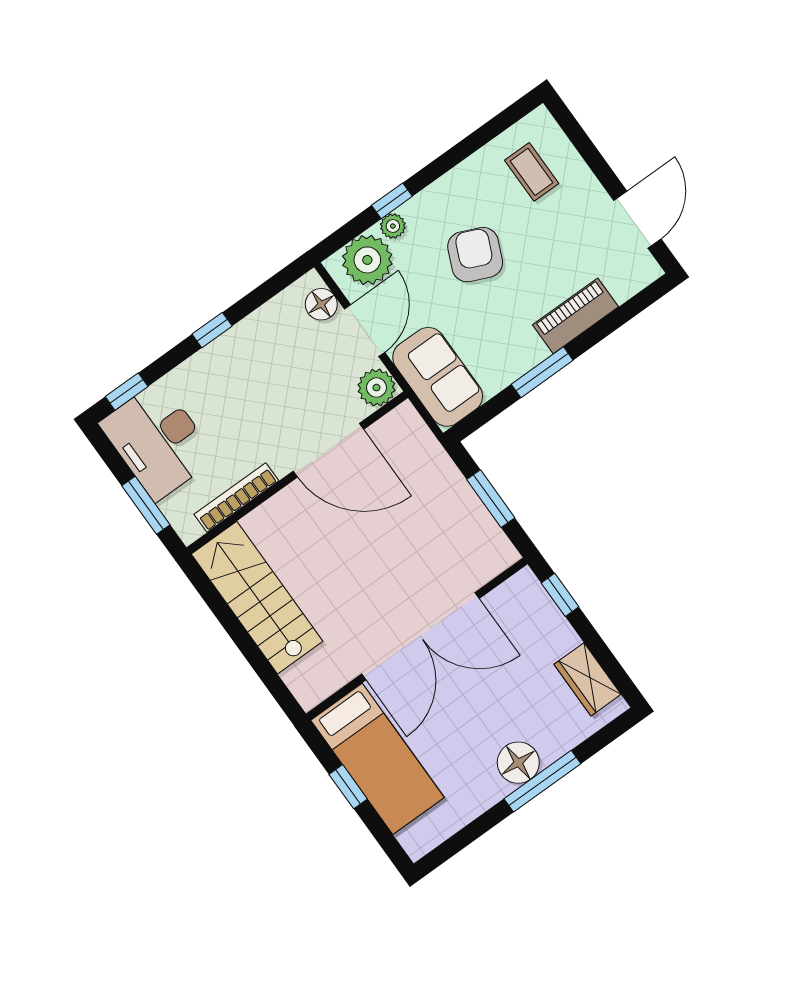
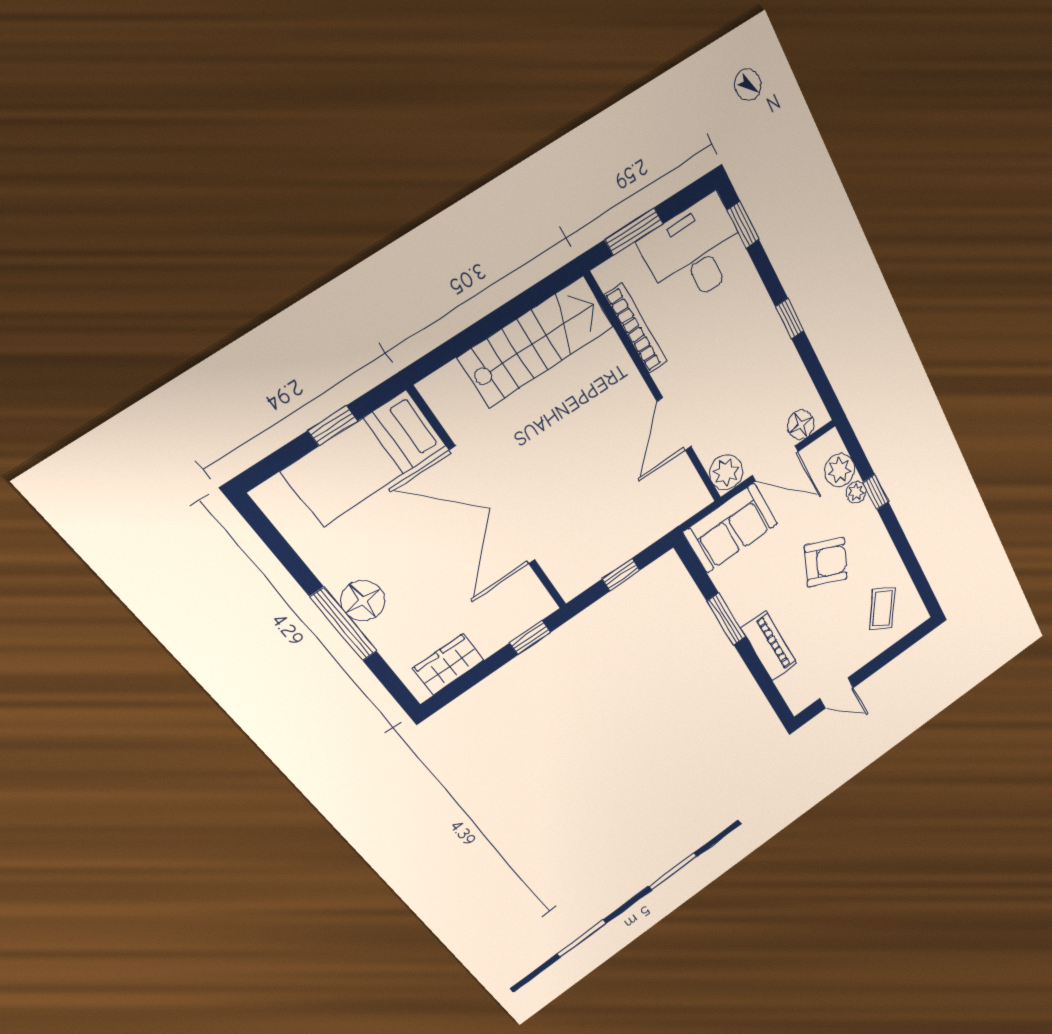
coffee table: (532, 172) -> (882, 609), turned -58
door: (637, 220) -> (837, 693), width x0.73
plant: (367, 260) -> (840, 470), width x0.73, depth x0.73
door: (328, 450) -> (674, 424), width x0.73
window: (491, 499) -> (621, 575), width x0.67

